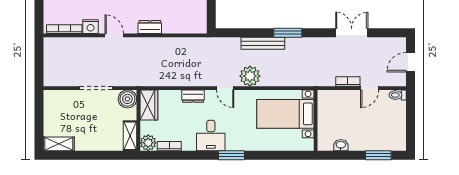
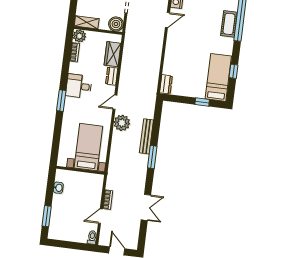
dresser: (150, 27) -> (166, 84), moved
door: (370, 88) -> (100, 216), hinge flipped
wardrobe: (149, 105) -> (112, 54), moved, turned 90

